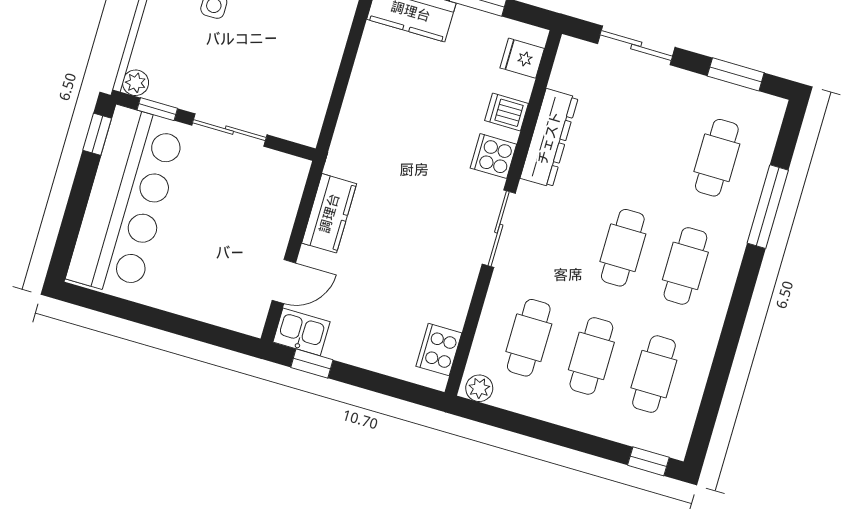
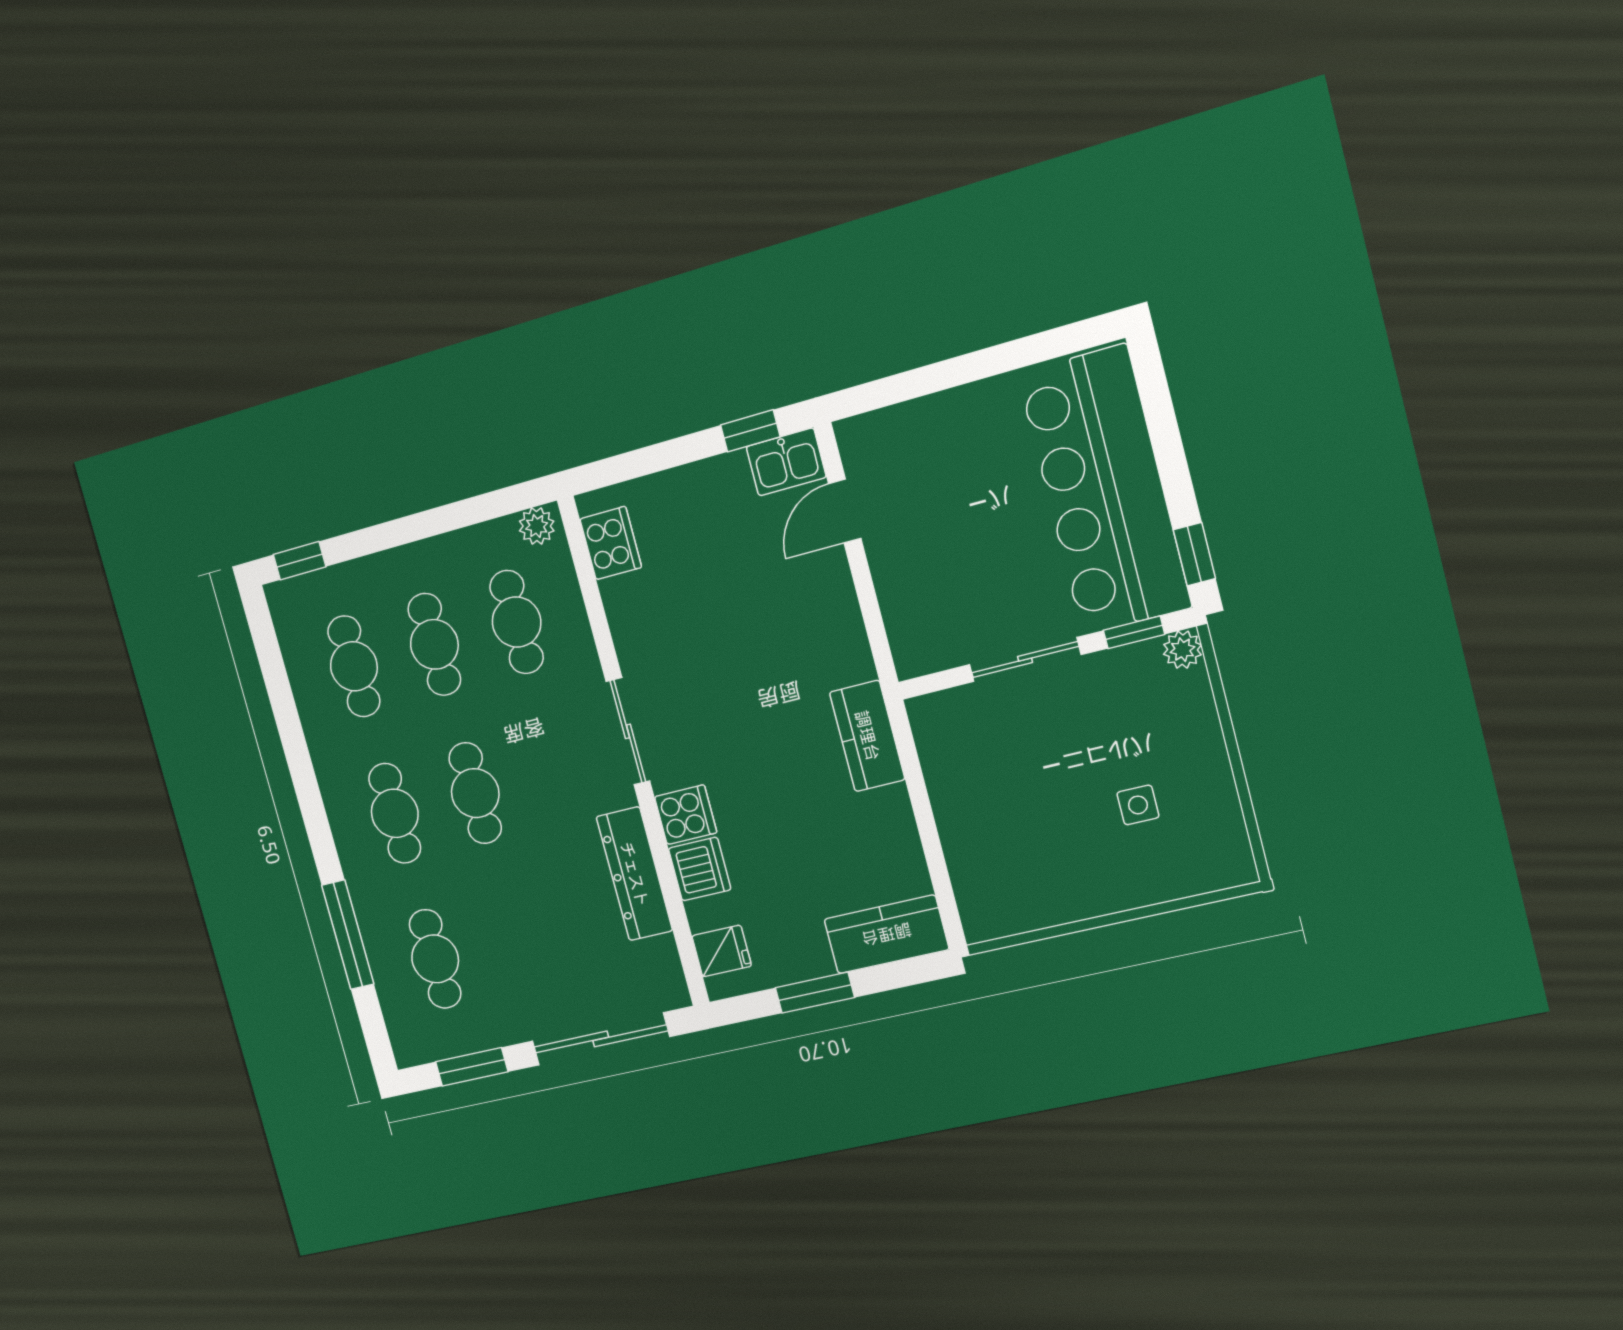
sliding door: (636, 45) -> (601, 1039), width x1.37
dishwasher: (507, 112) -> (700, 869), width x1.38
kitchen counter: (329, 213) -> (867, 736), moved

